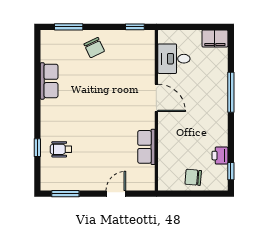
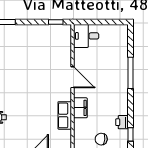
filing cabinet: (215, 39) -> (80, 108), moved, turned -90
chair: (94, 48) -> (24, 38), removed
desk: (174, 59) -> (86, 36), moved

